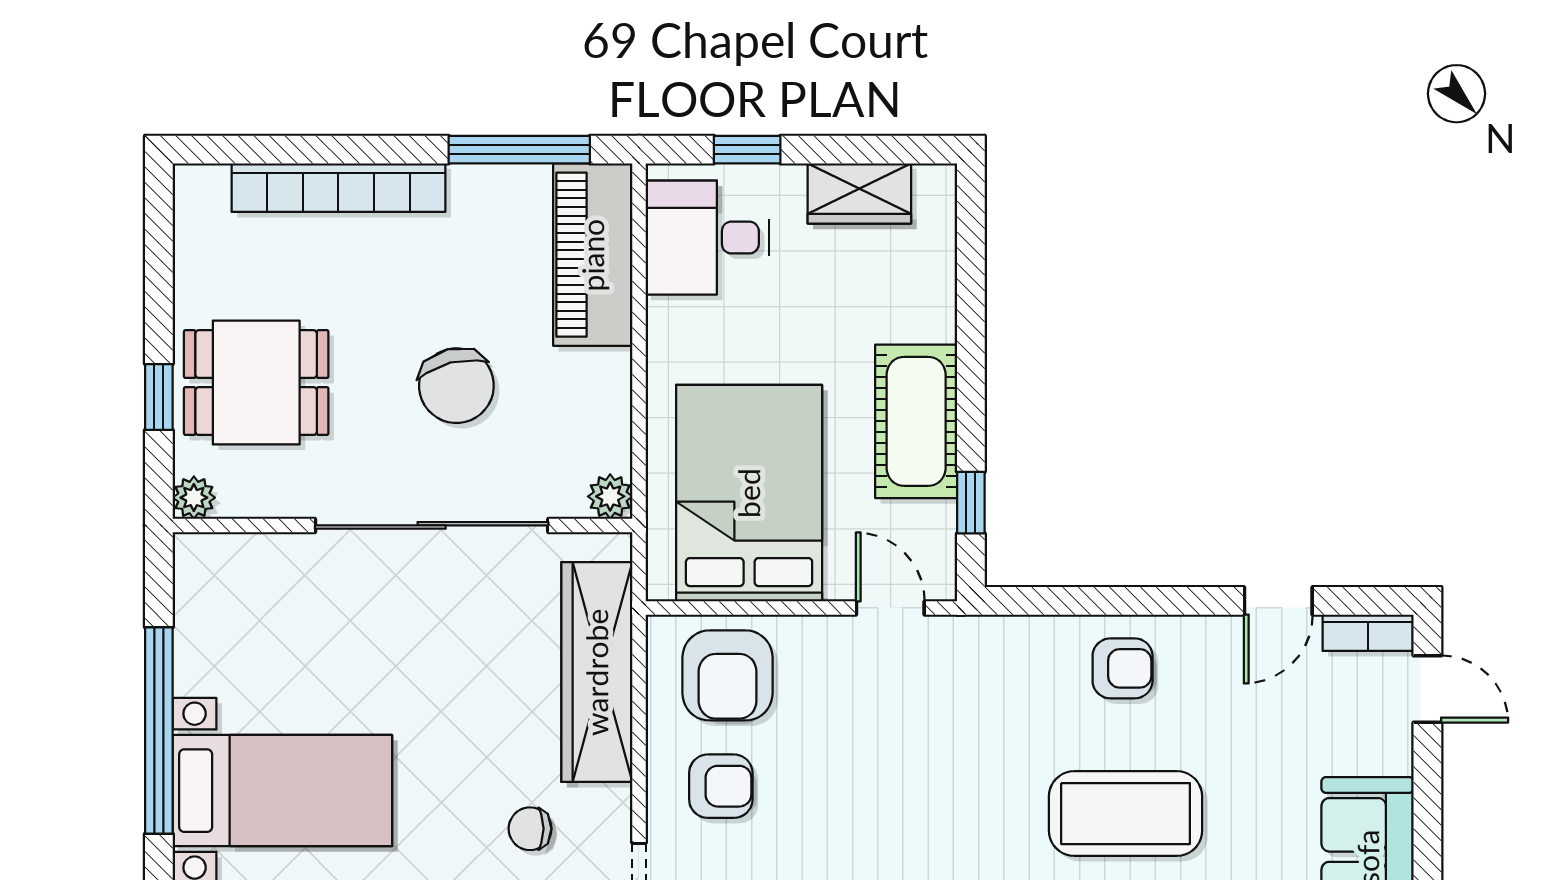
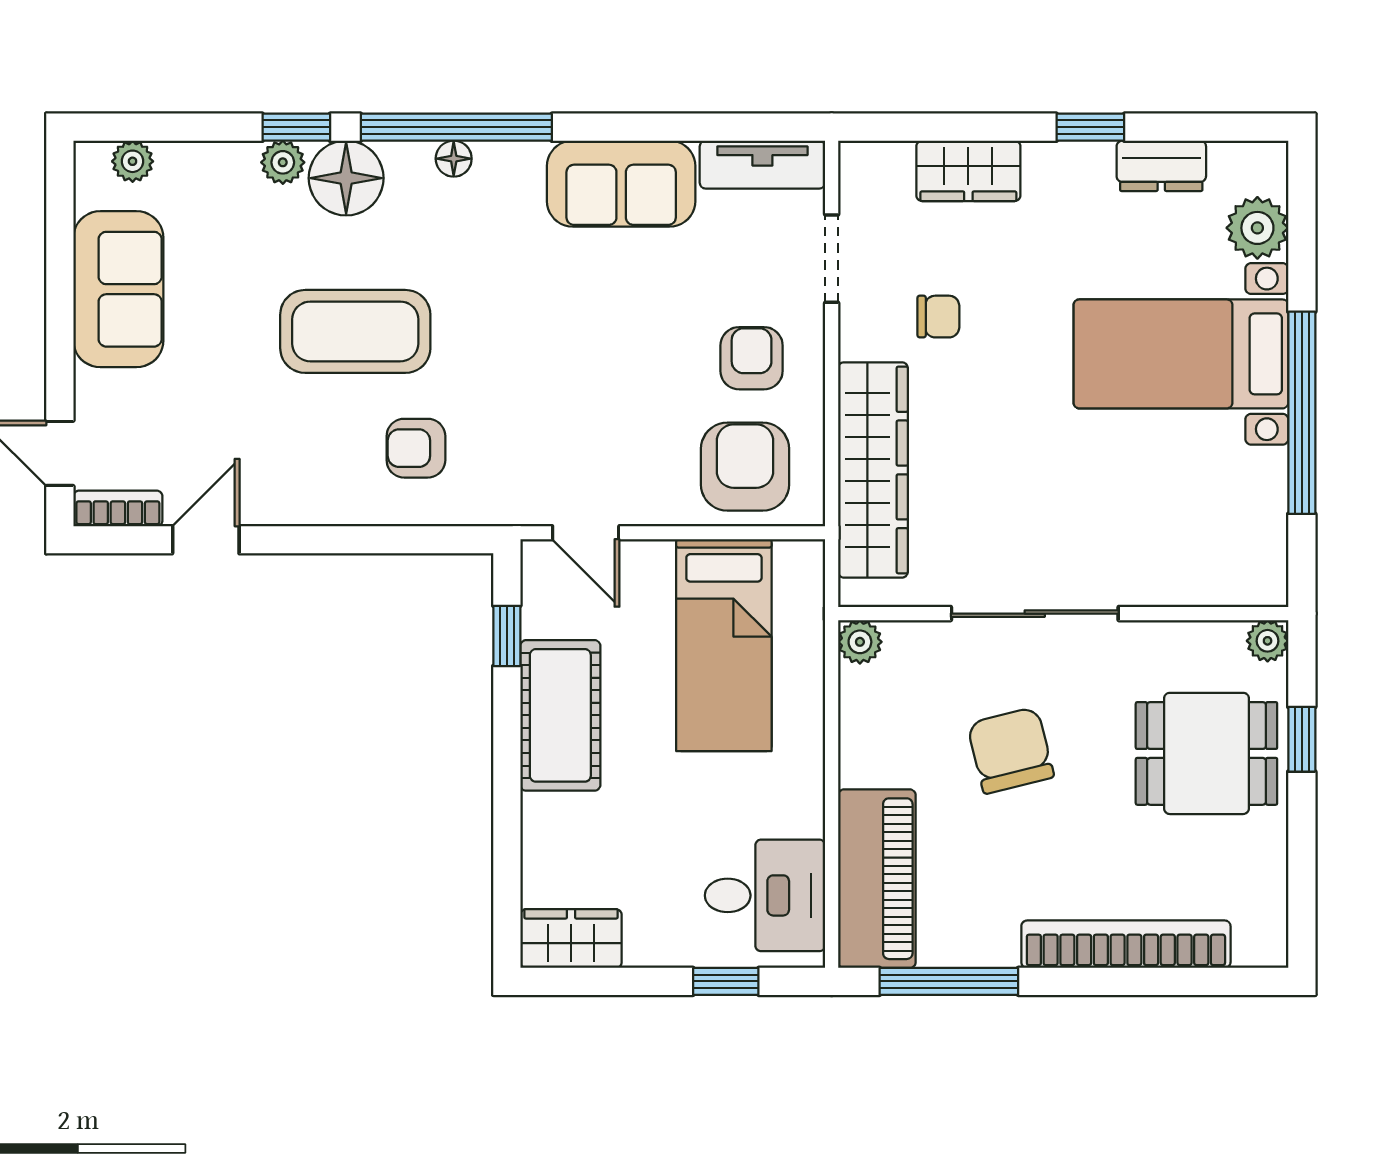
wardrobe: (859, 193) -> (571, 939), moved
bed: (749, 493) -> (724, 645), width x0.67
sliding door: (432, 525) -> (1035, 614), width x0.73
armchair: (1123, 668) -> (416, 448), moved
armchair: (721, 786) -> (752, 358), turned 90

